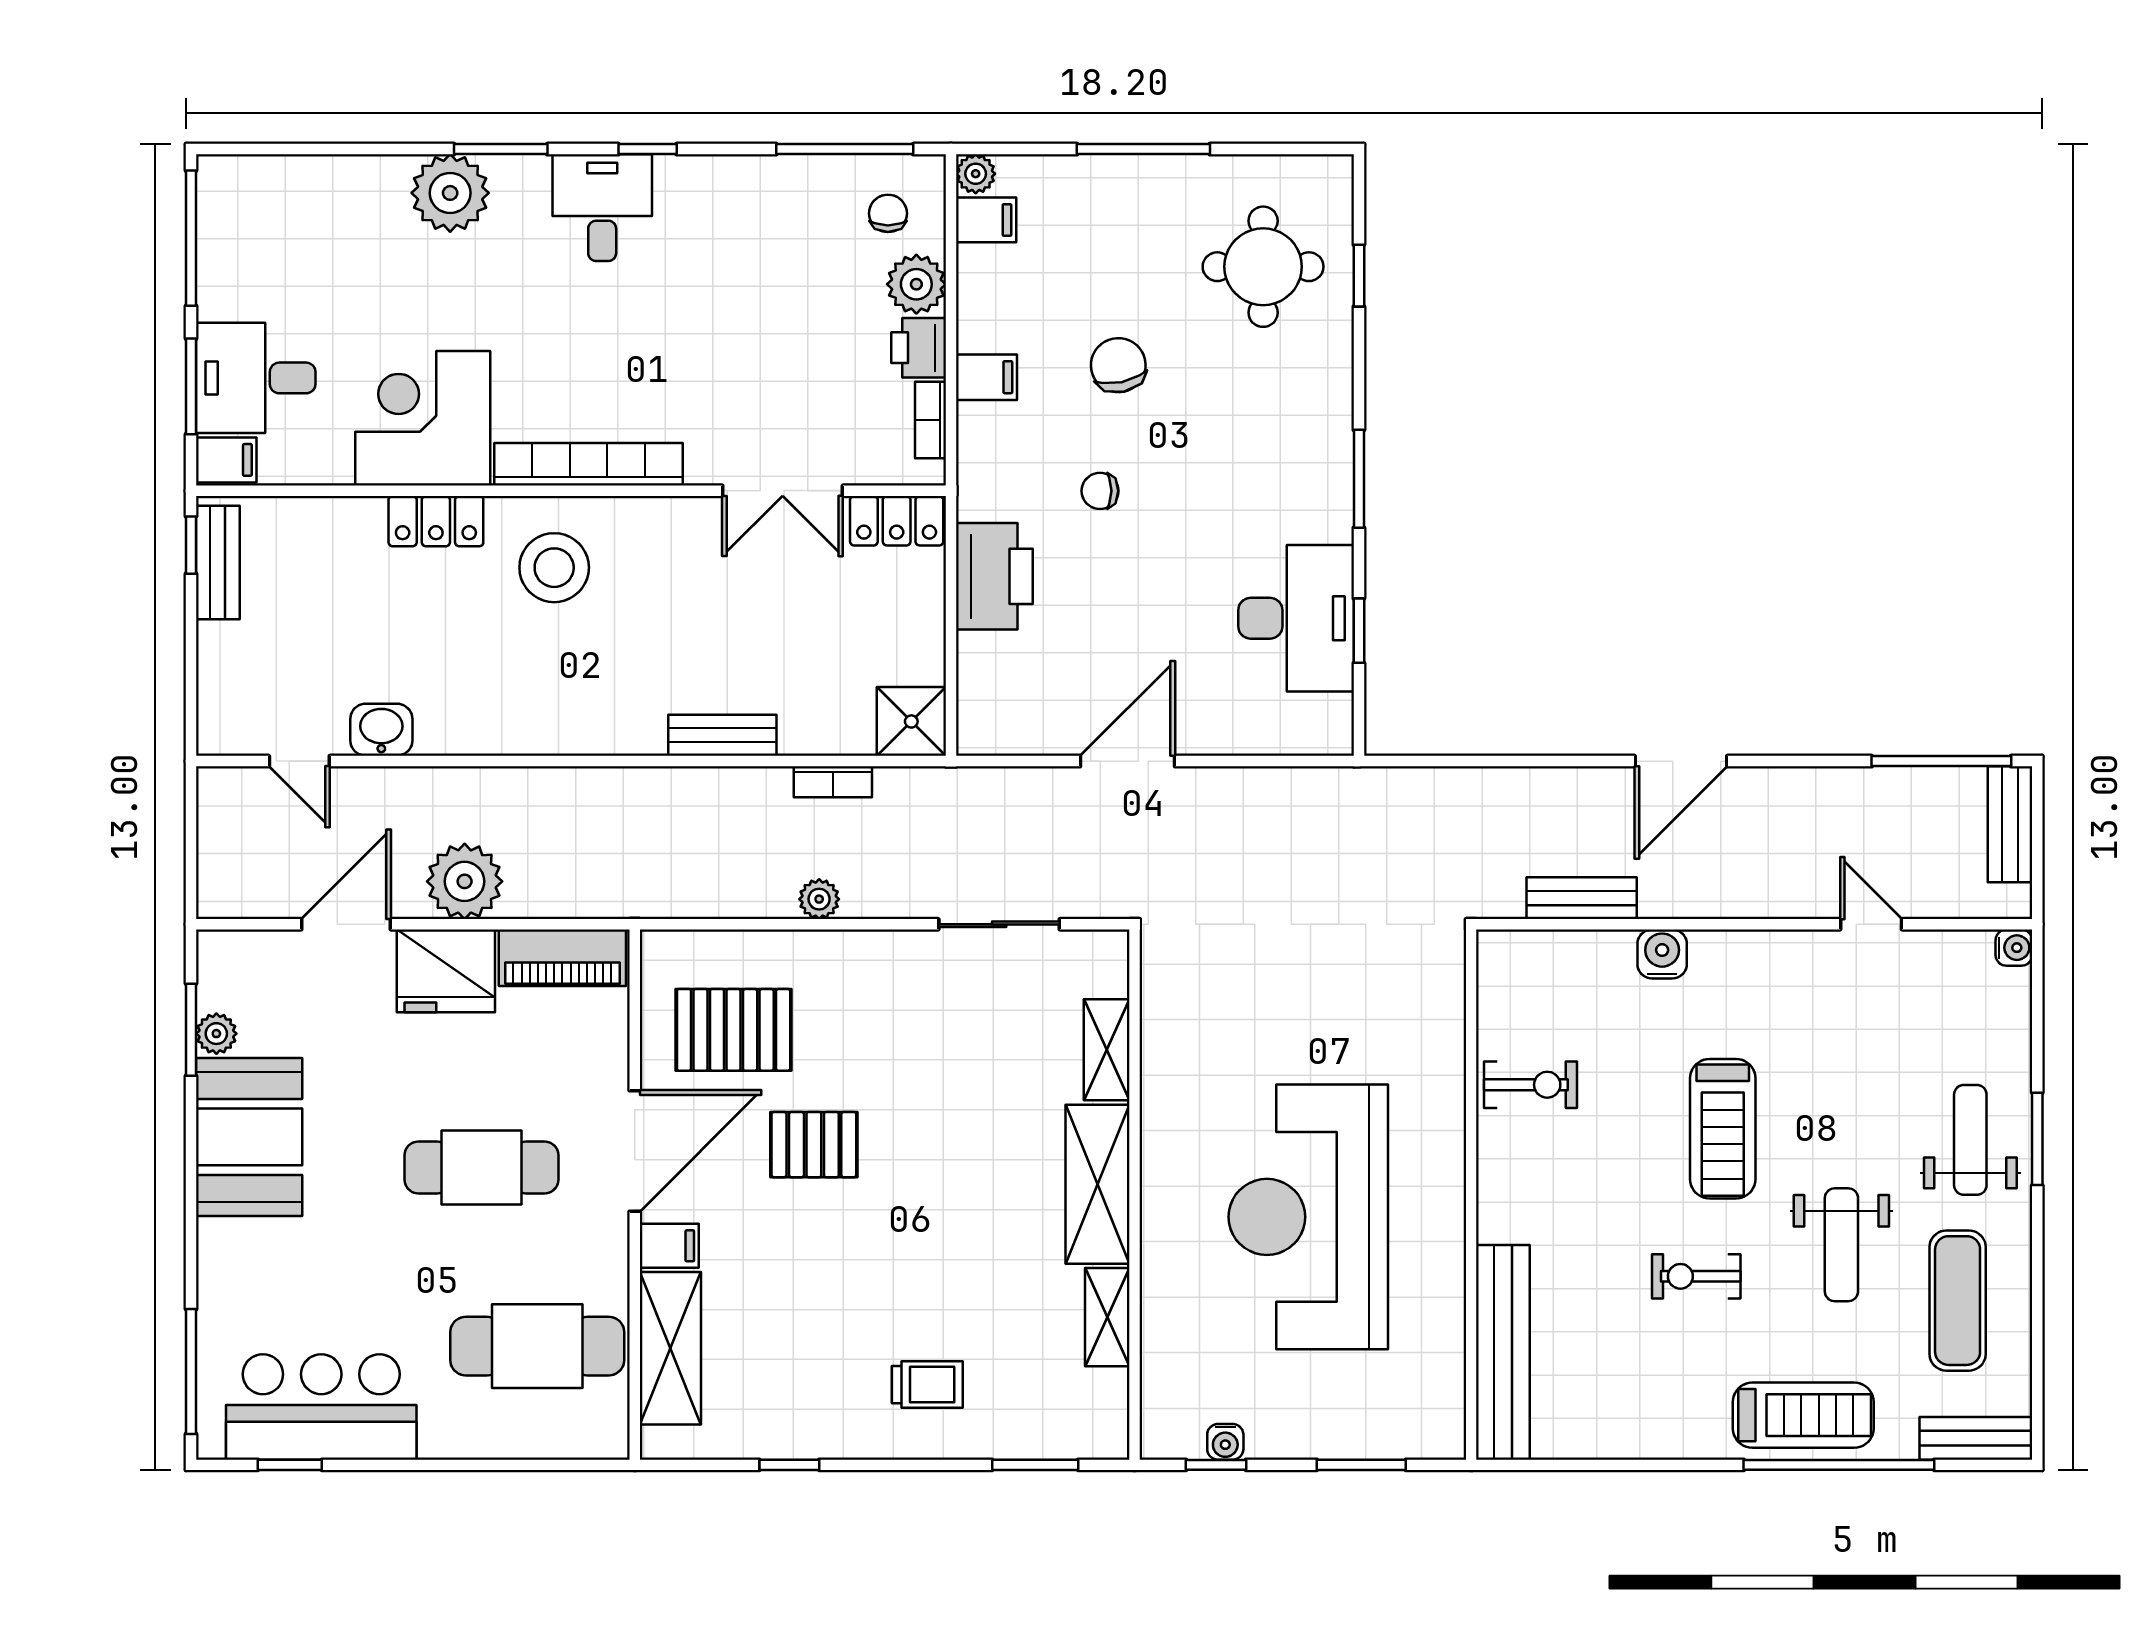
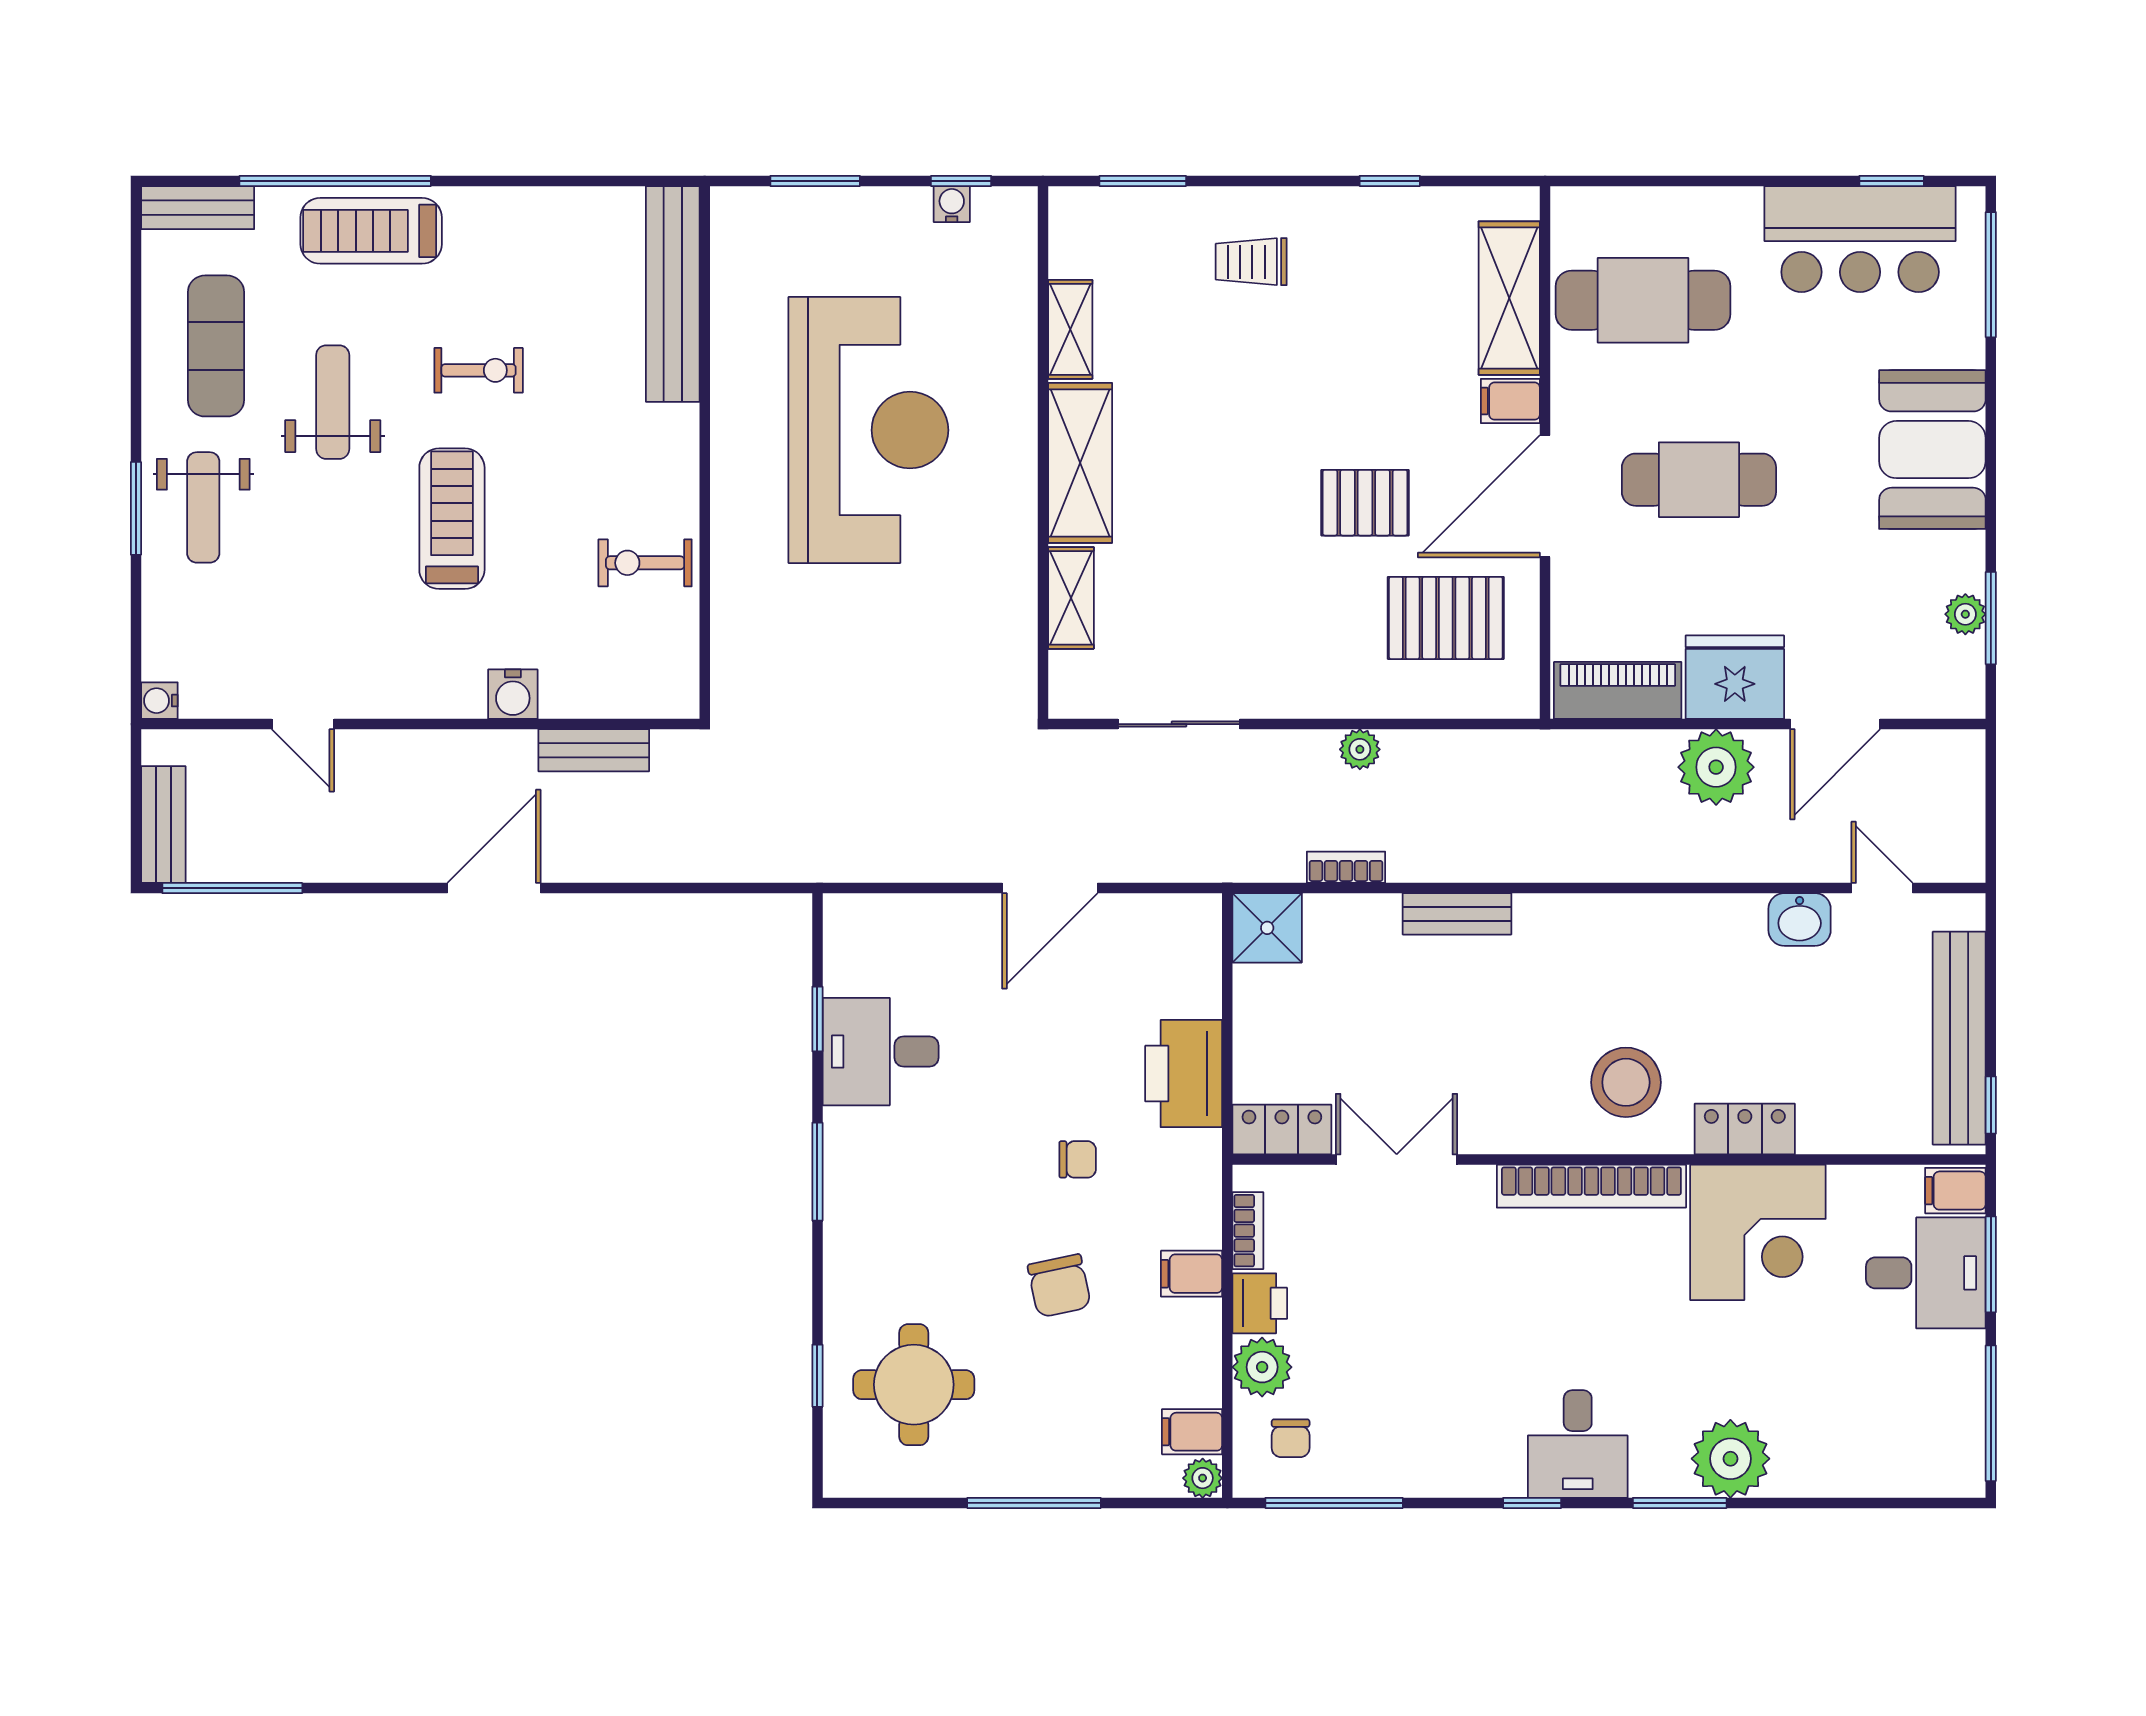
bench: (218, 563) -> (1959, 1038), width x1.86, depth x1.21
desk: (1296, 618) -> (881, 1052), width x0.73
booth: (249, 1137) -> (1932, 450), moved

